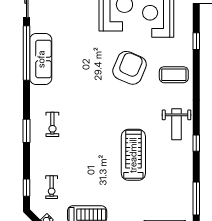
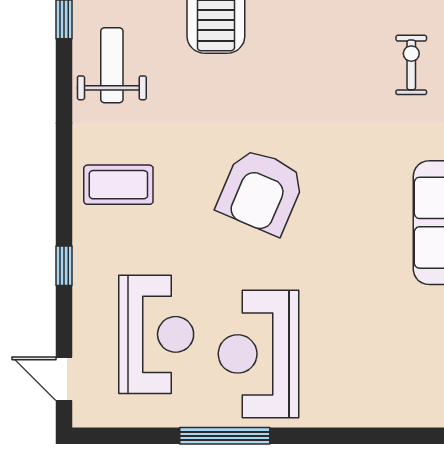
armchair: (130, 68) -> (261, 191), moved

